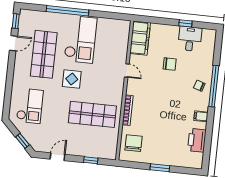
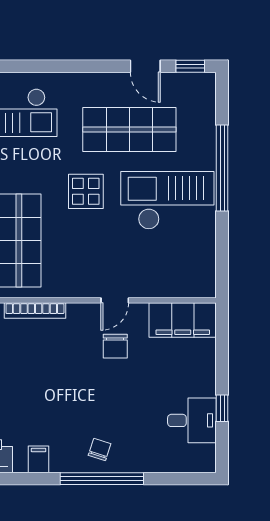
checkout: (81, 39) -> (167, 200), turned 180
chair: (170, 64) -> (115, 346), moved

